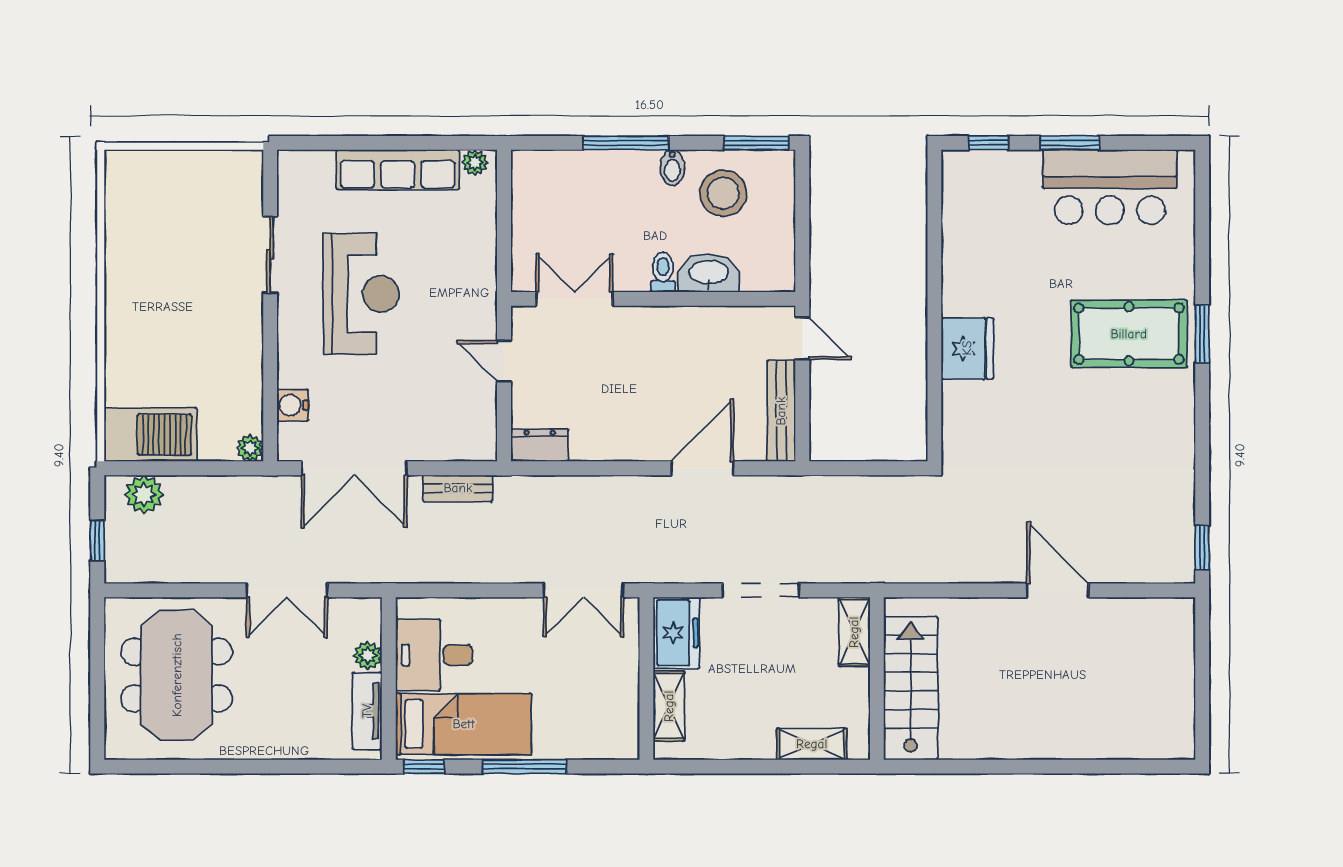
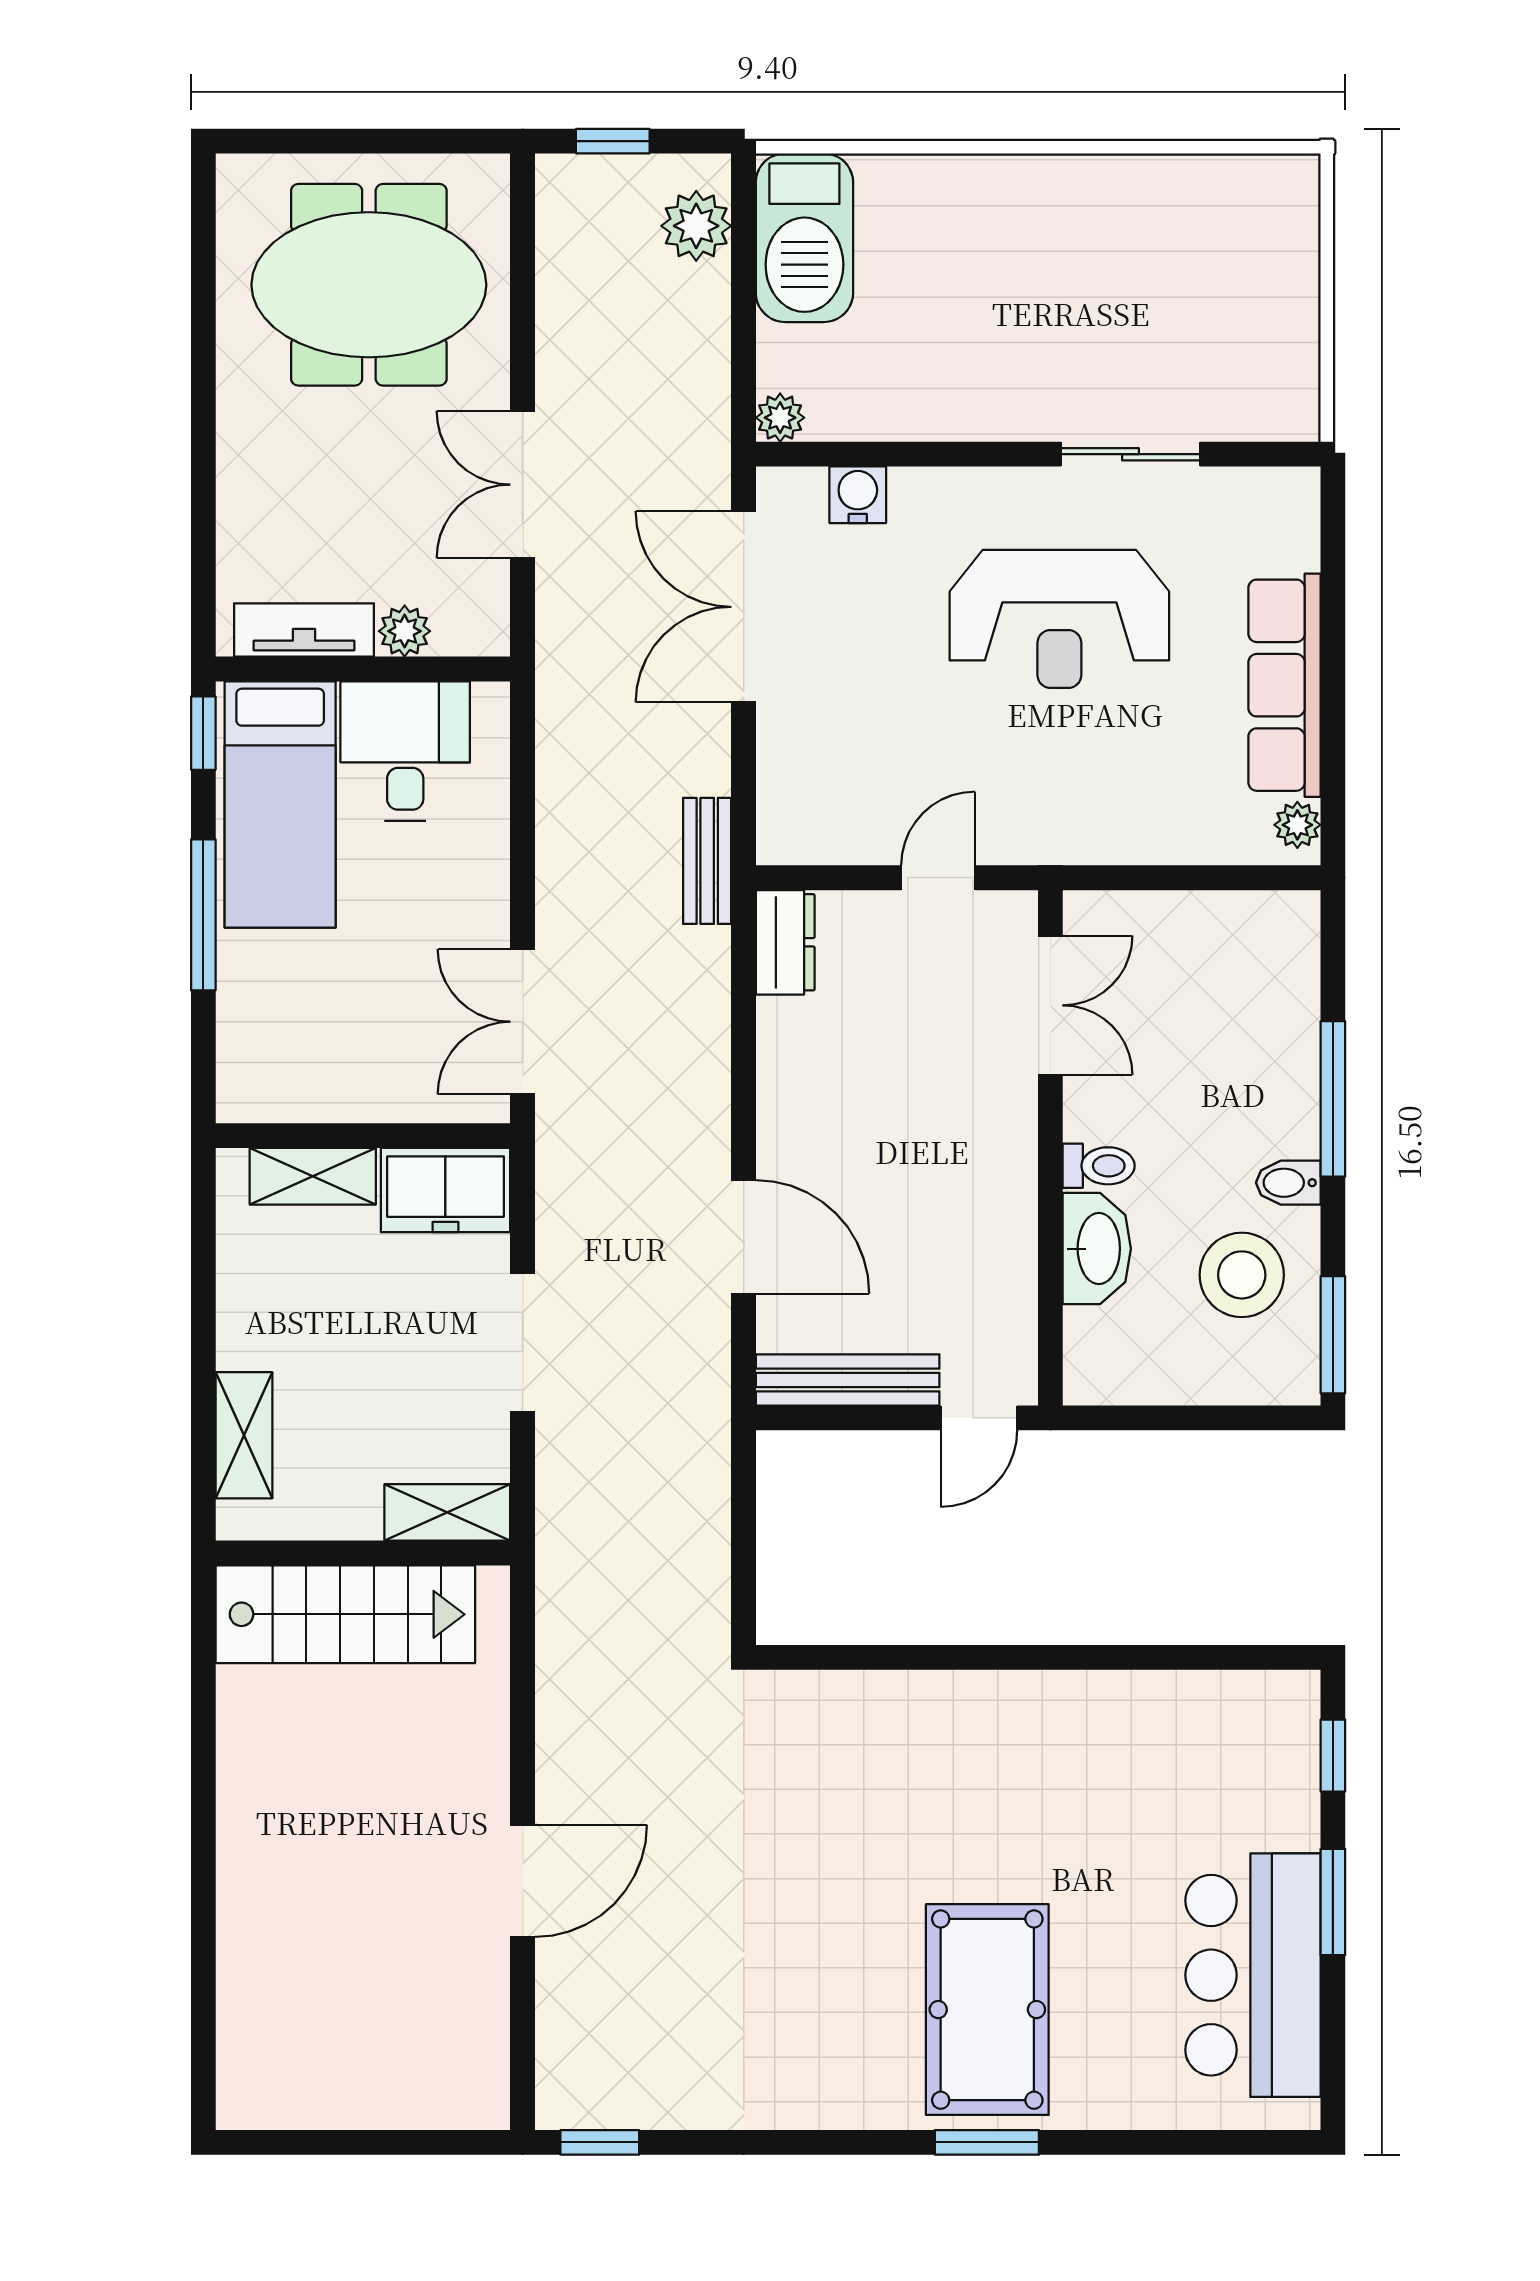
fridge: (967, 348) -> (960, 1717), removed
bench: (458, 488) -> (707, 861), moved

